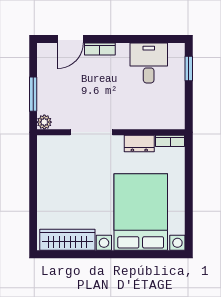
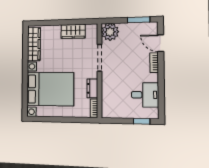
window: (33, 94) -> (138, 20), moved
plant: (44, 122) -> (110, 32), width x1.87, depth x1.87
wardrobe: (48, 175) -> (73, 31), added

